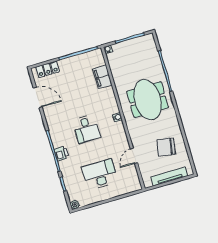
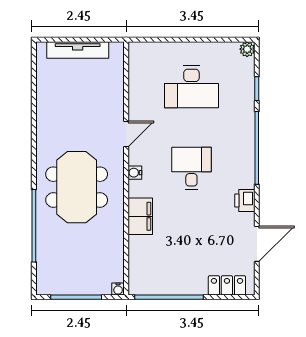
filing cabinet: (102, 77) -> (140, 216), moved
door: (38, 97) -> (257, 244), swing flipped
chair: (166, 147) -> (69, 100), removed
printer: (61, 153) -> (245, 201), moved
door: (134, 156) -> (126, 134), moved

